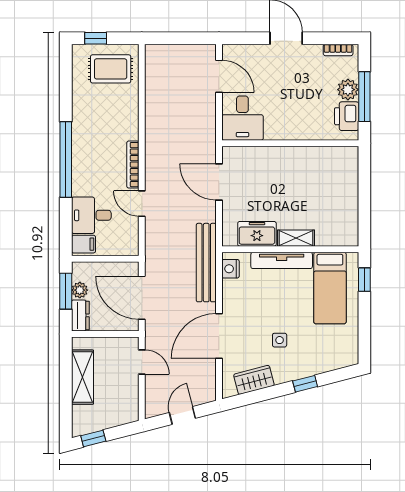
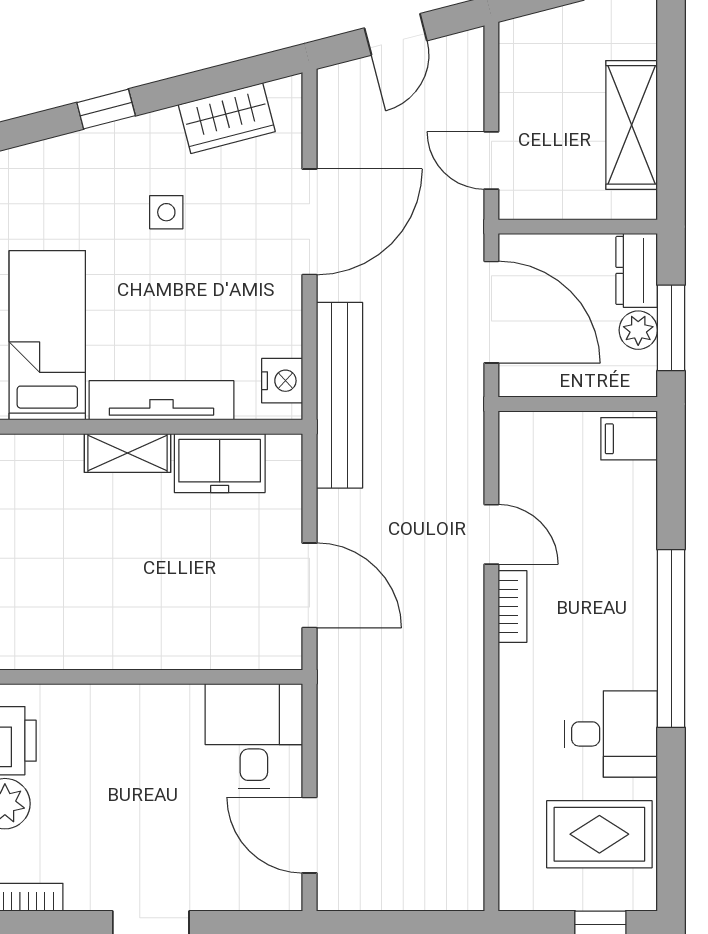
rug: (111, 69) -> (599, 834), moved
bookcase: (133, 165) -> (513, 606), width x0.64
desk: (91, 215) -> (611, 734), moved

